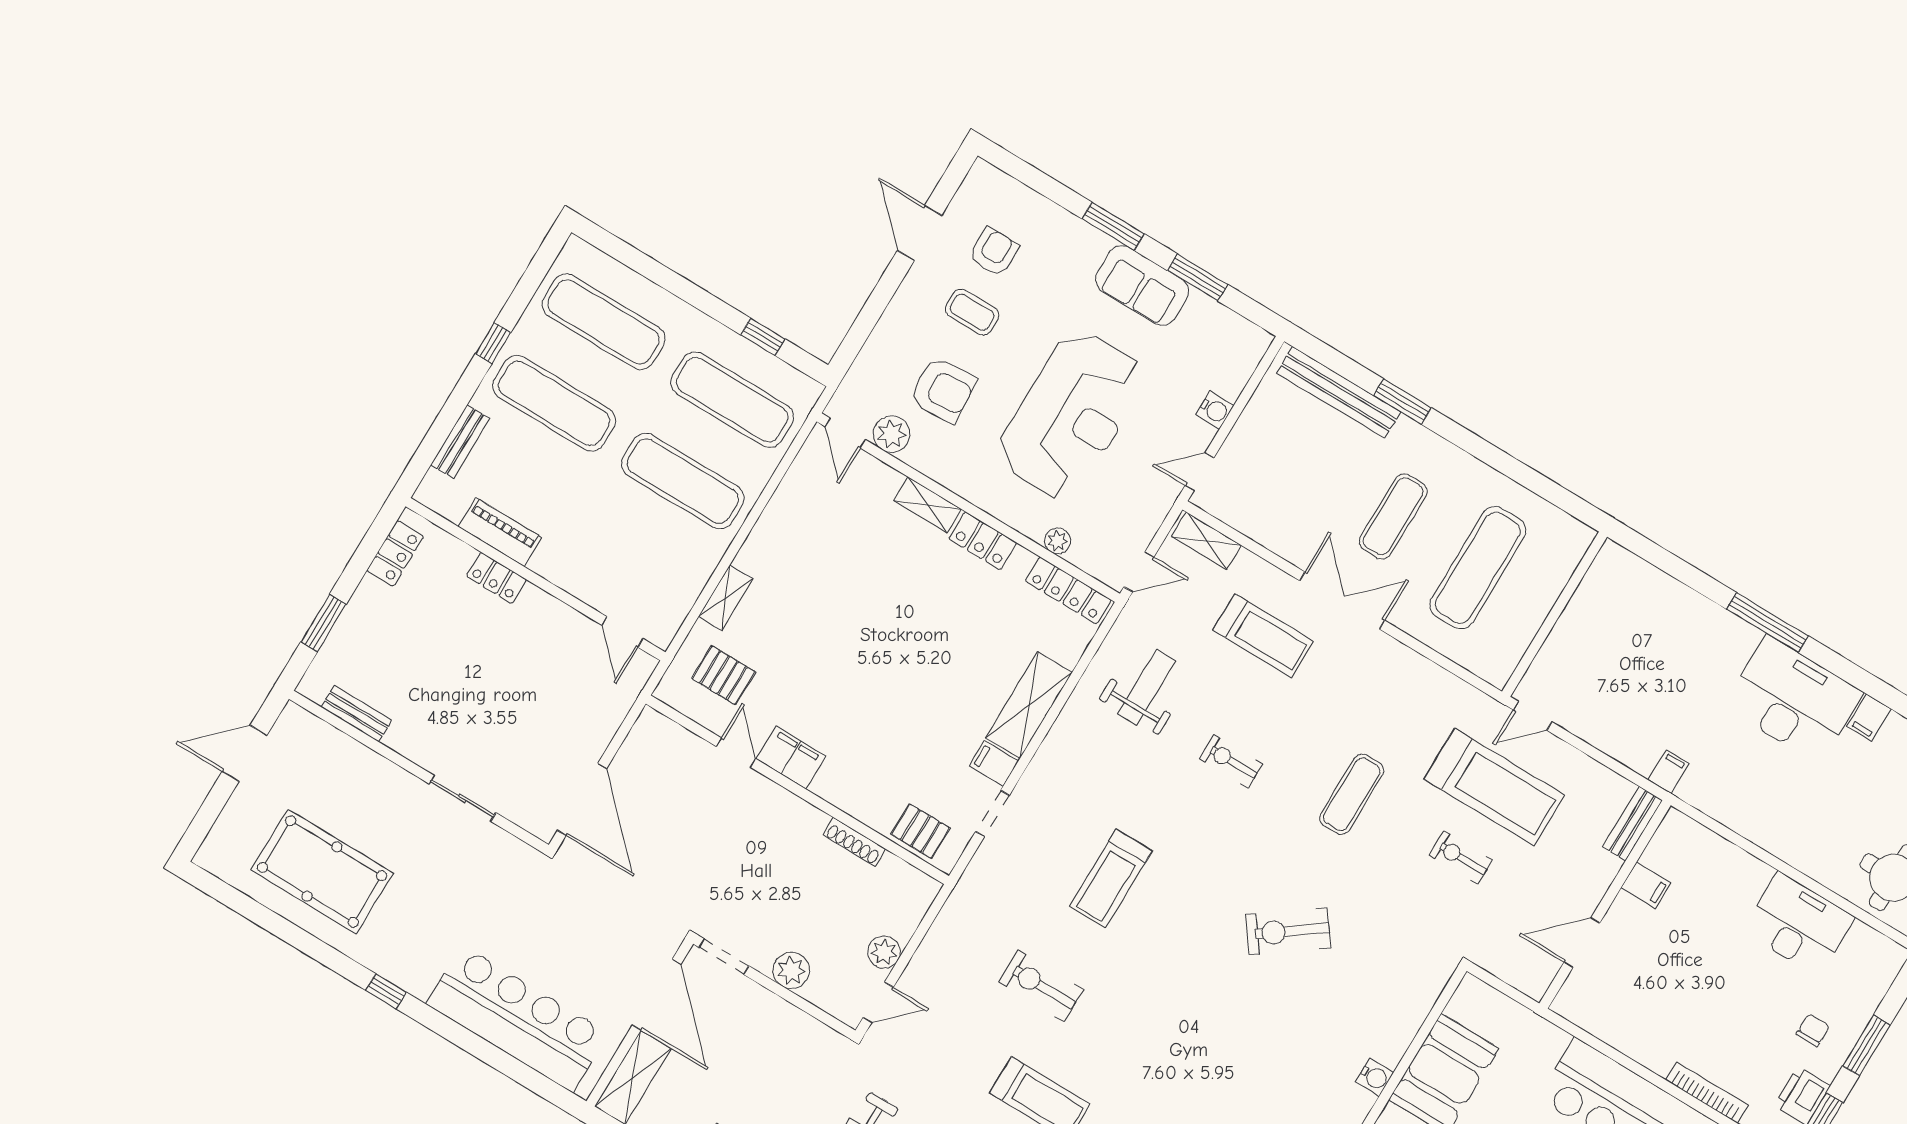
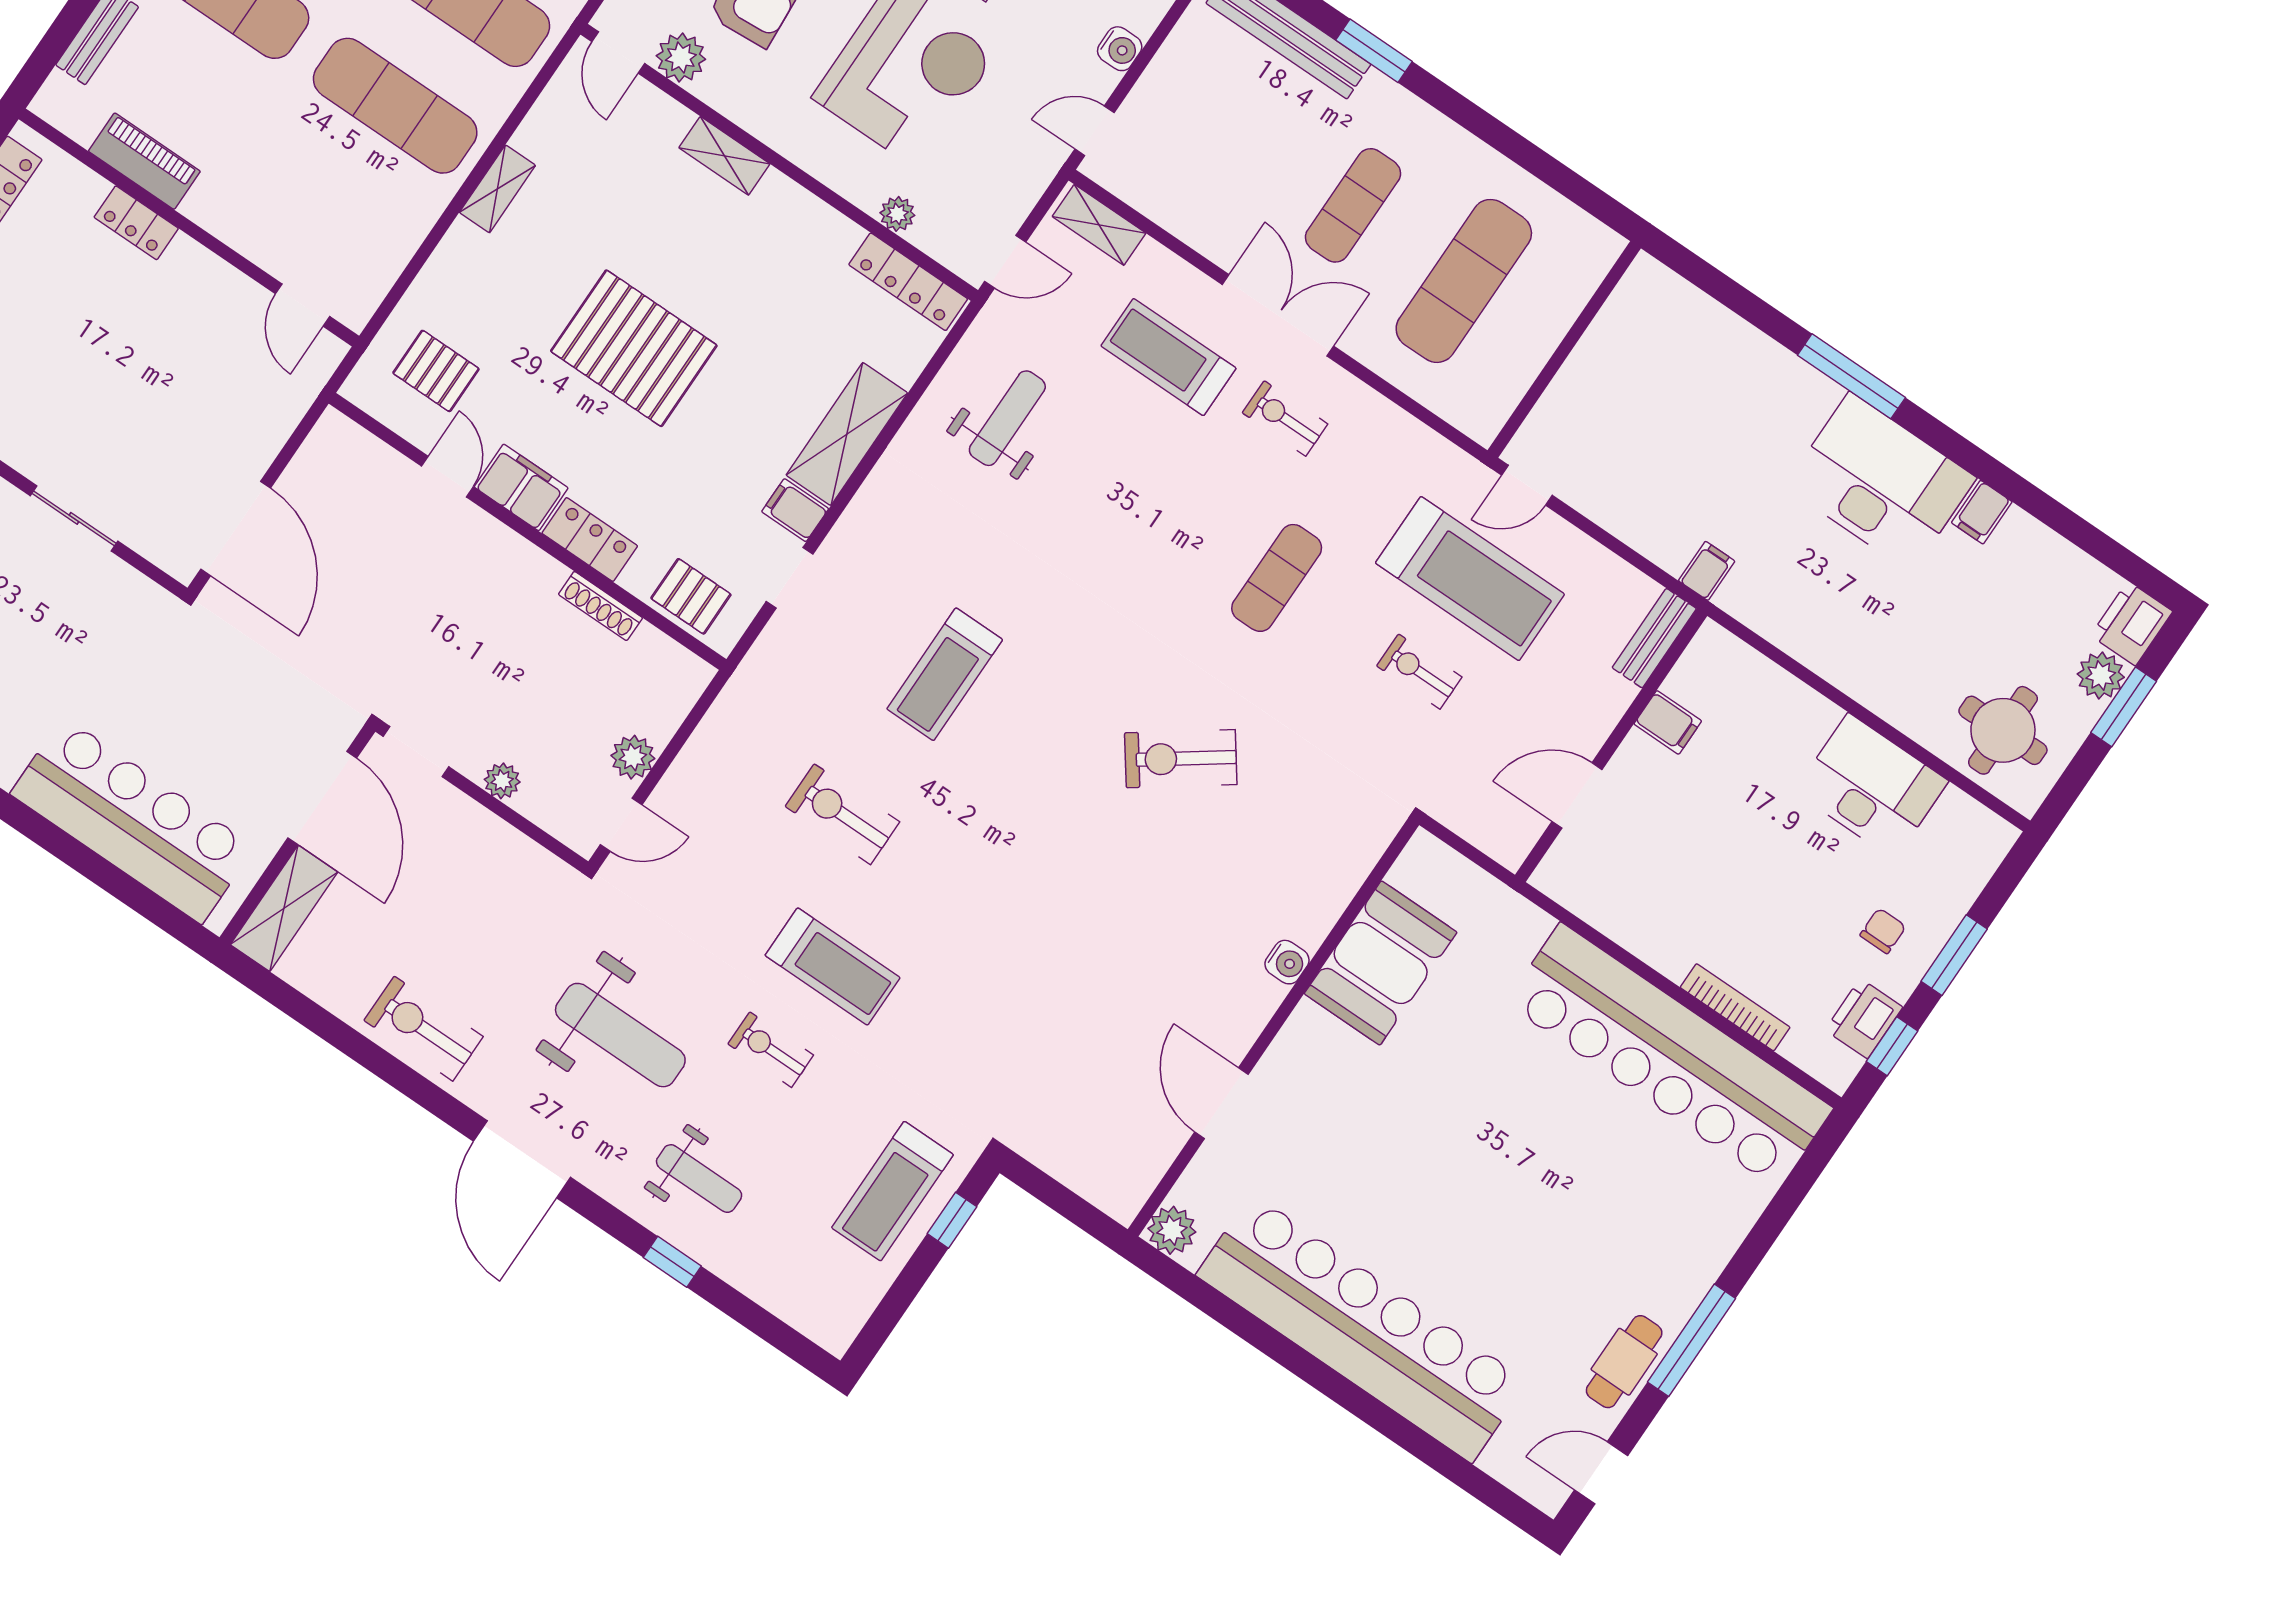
locker: (983, 541) -> (590, 540), moved, turned 180
shelving: (726, 598) -> (497, 189), moved
treadmill: (1263, 636) -> (1168, 357), turned 180
pallet: (868, 650) -> (634, 348), added
exercise bike: (1231, 761) -> (1285, 418), moved
plant: (791, 970) -> (502, 781), width x0.73, depth x0.73

